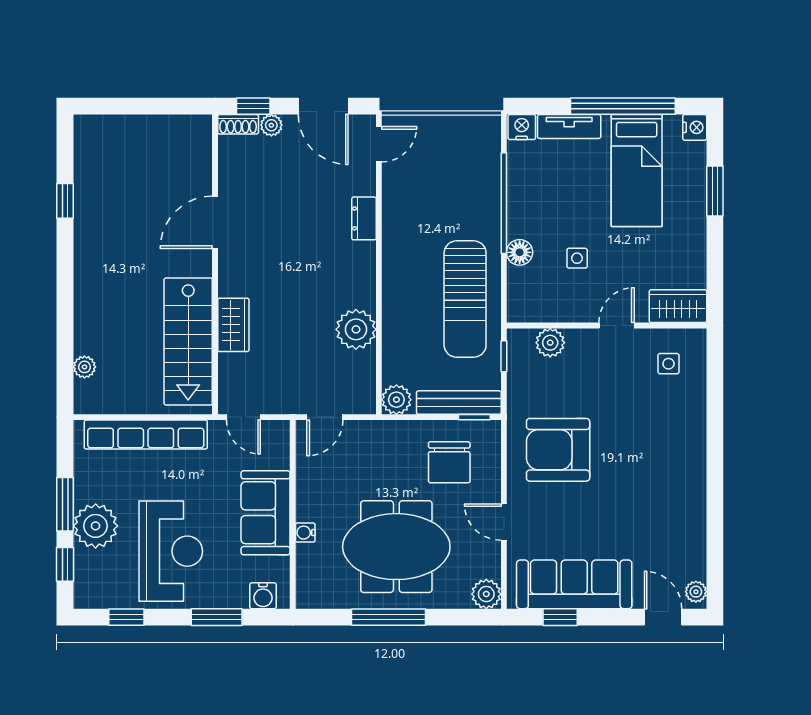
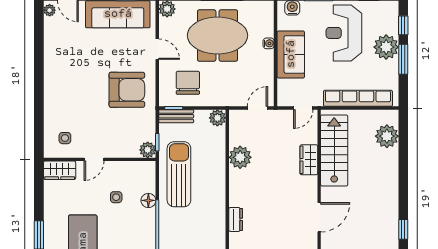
plant: (550, 343) -> (148, 150), moved
plant: (84, 367) -> (387, 136), width x1.88, depth x1.88
bench: (459, 403) -> (176, 116), width x0.73
door: (243, 417) -> (303, 108), swing flipped

